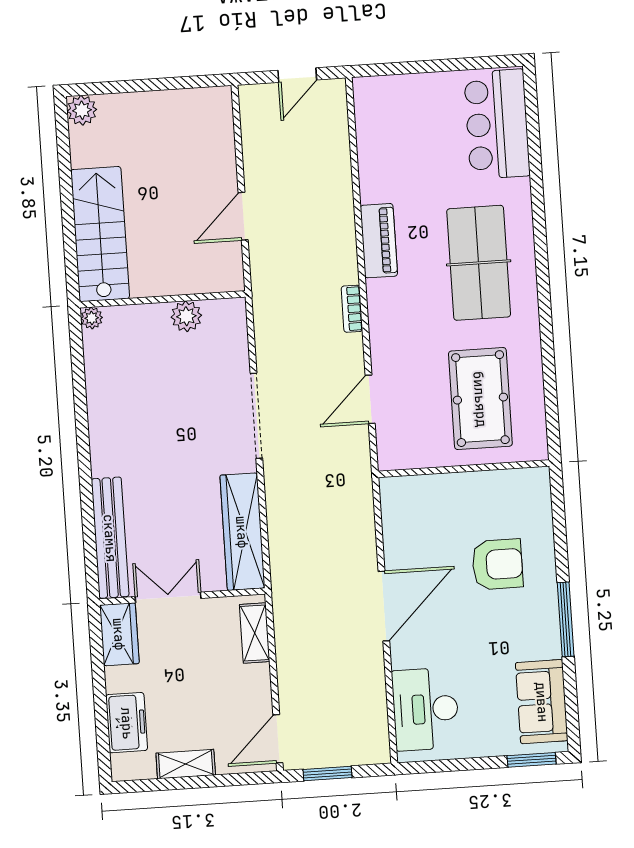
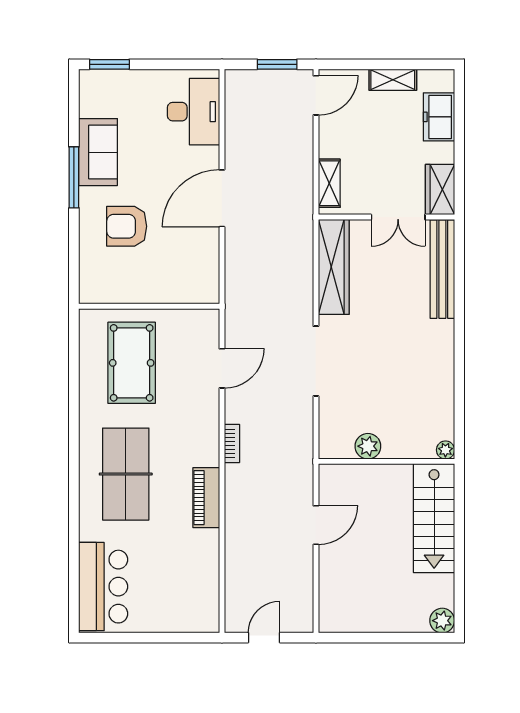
sofa: (542, 702) -> (98, 152), moved

